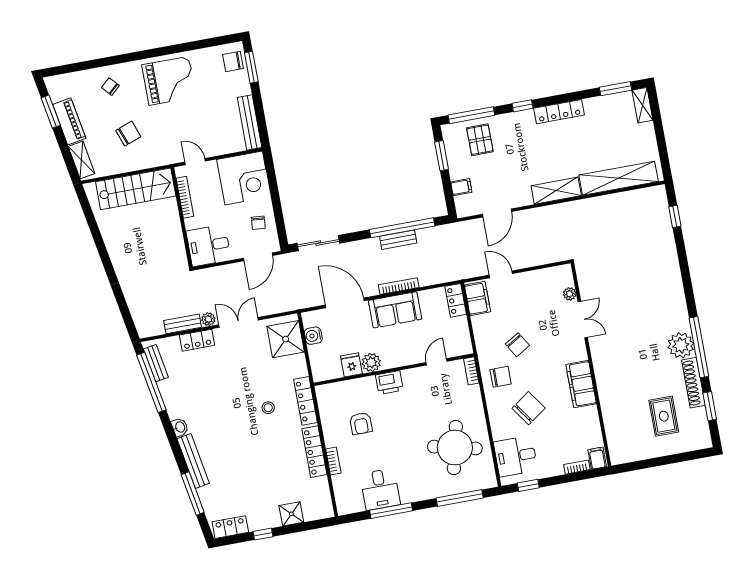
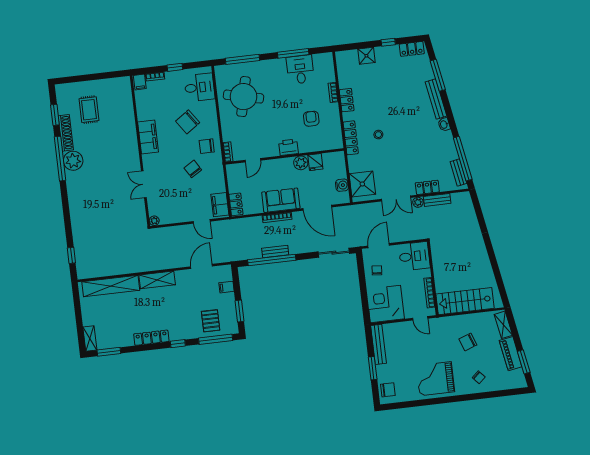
window: (251, 67) -> (373, 368), moved
plant: (570, 294) -> (154, 221), moved
locker: (314, 452) -> (347, 100), width x0.66
window: (528, 485) -> (175, 67), moved

